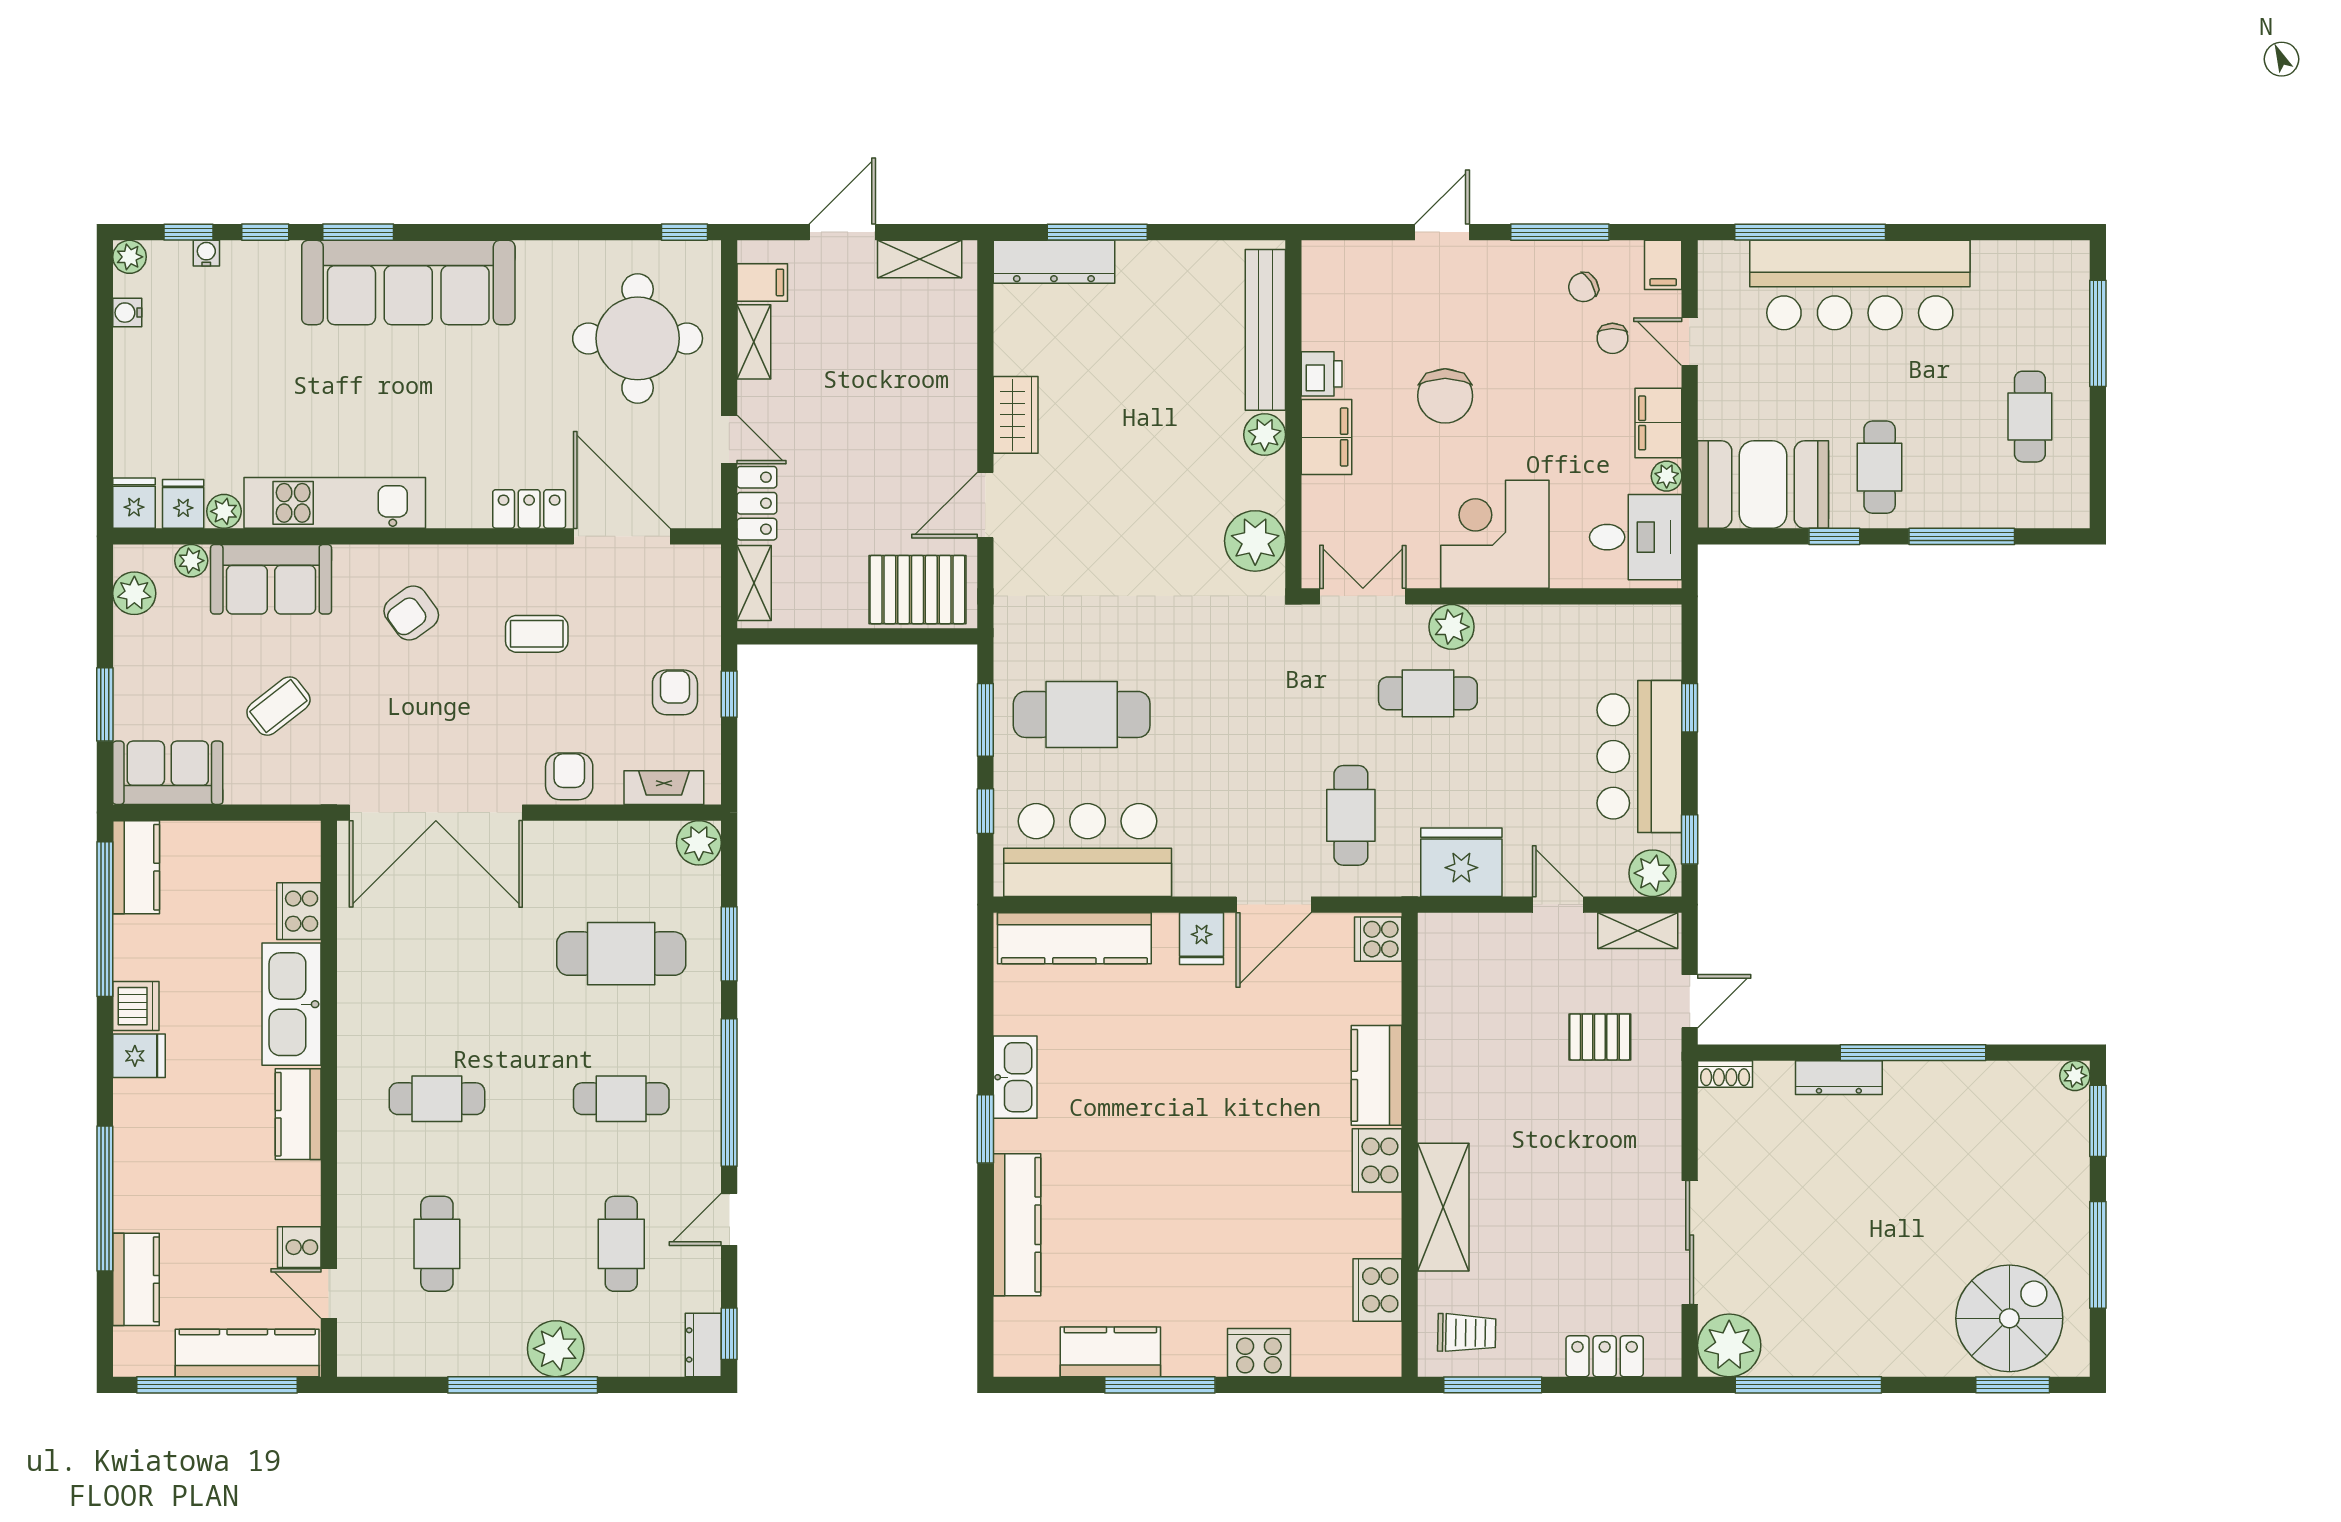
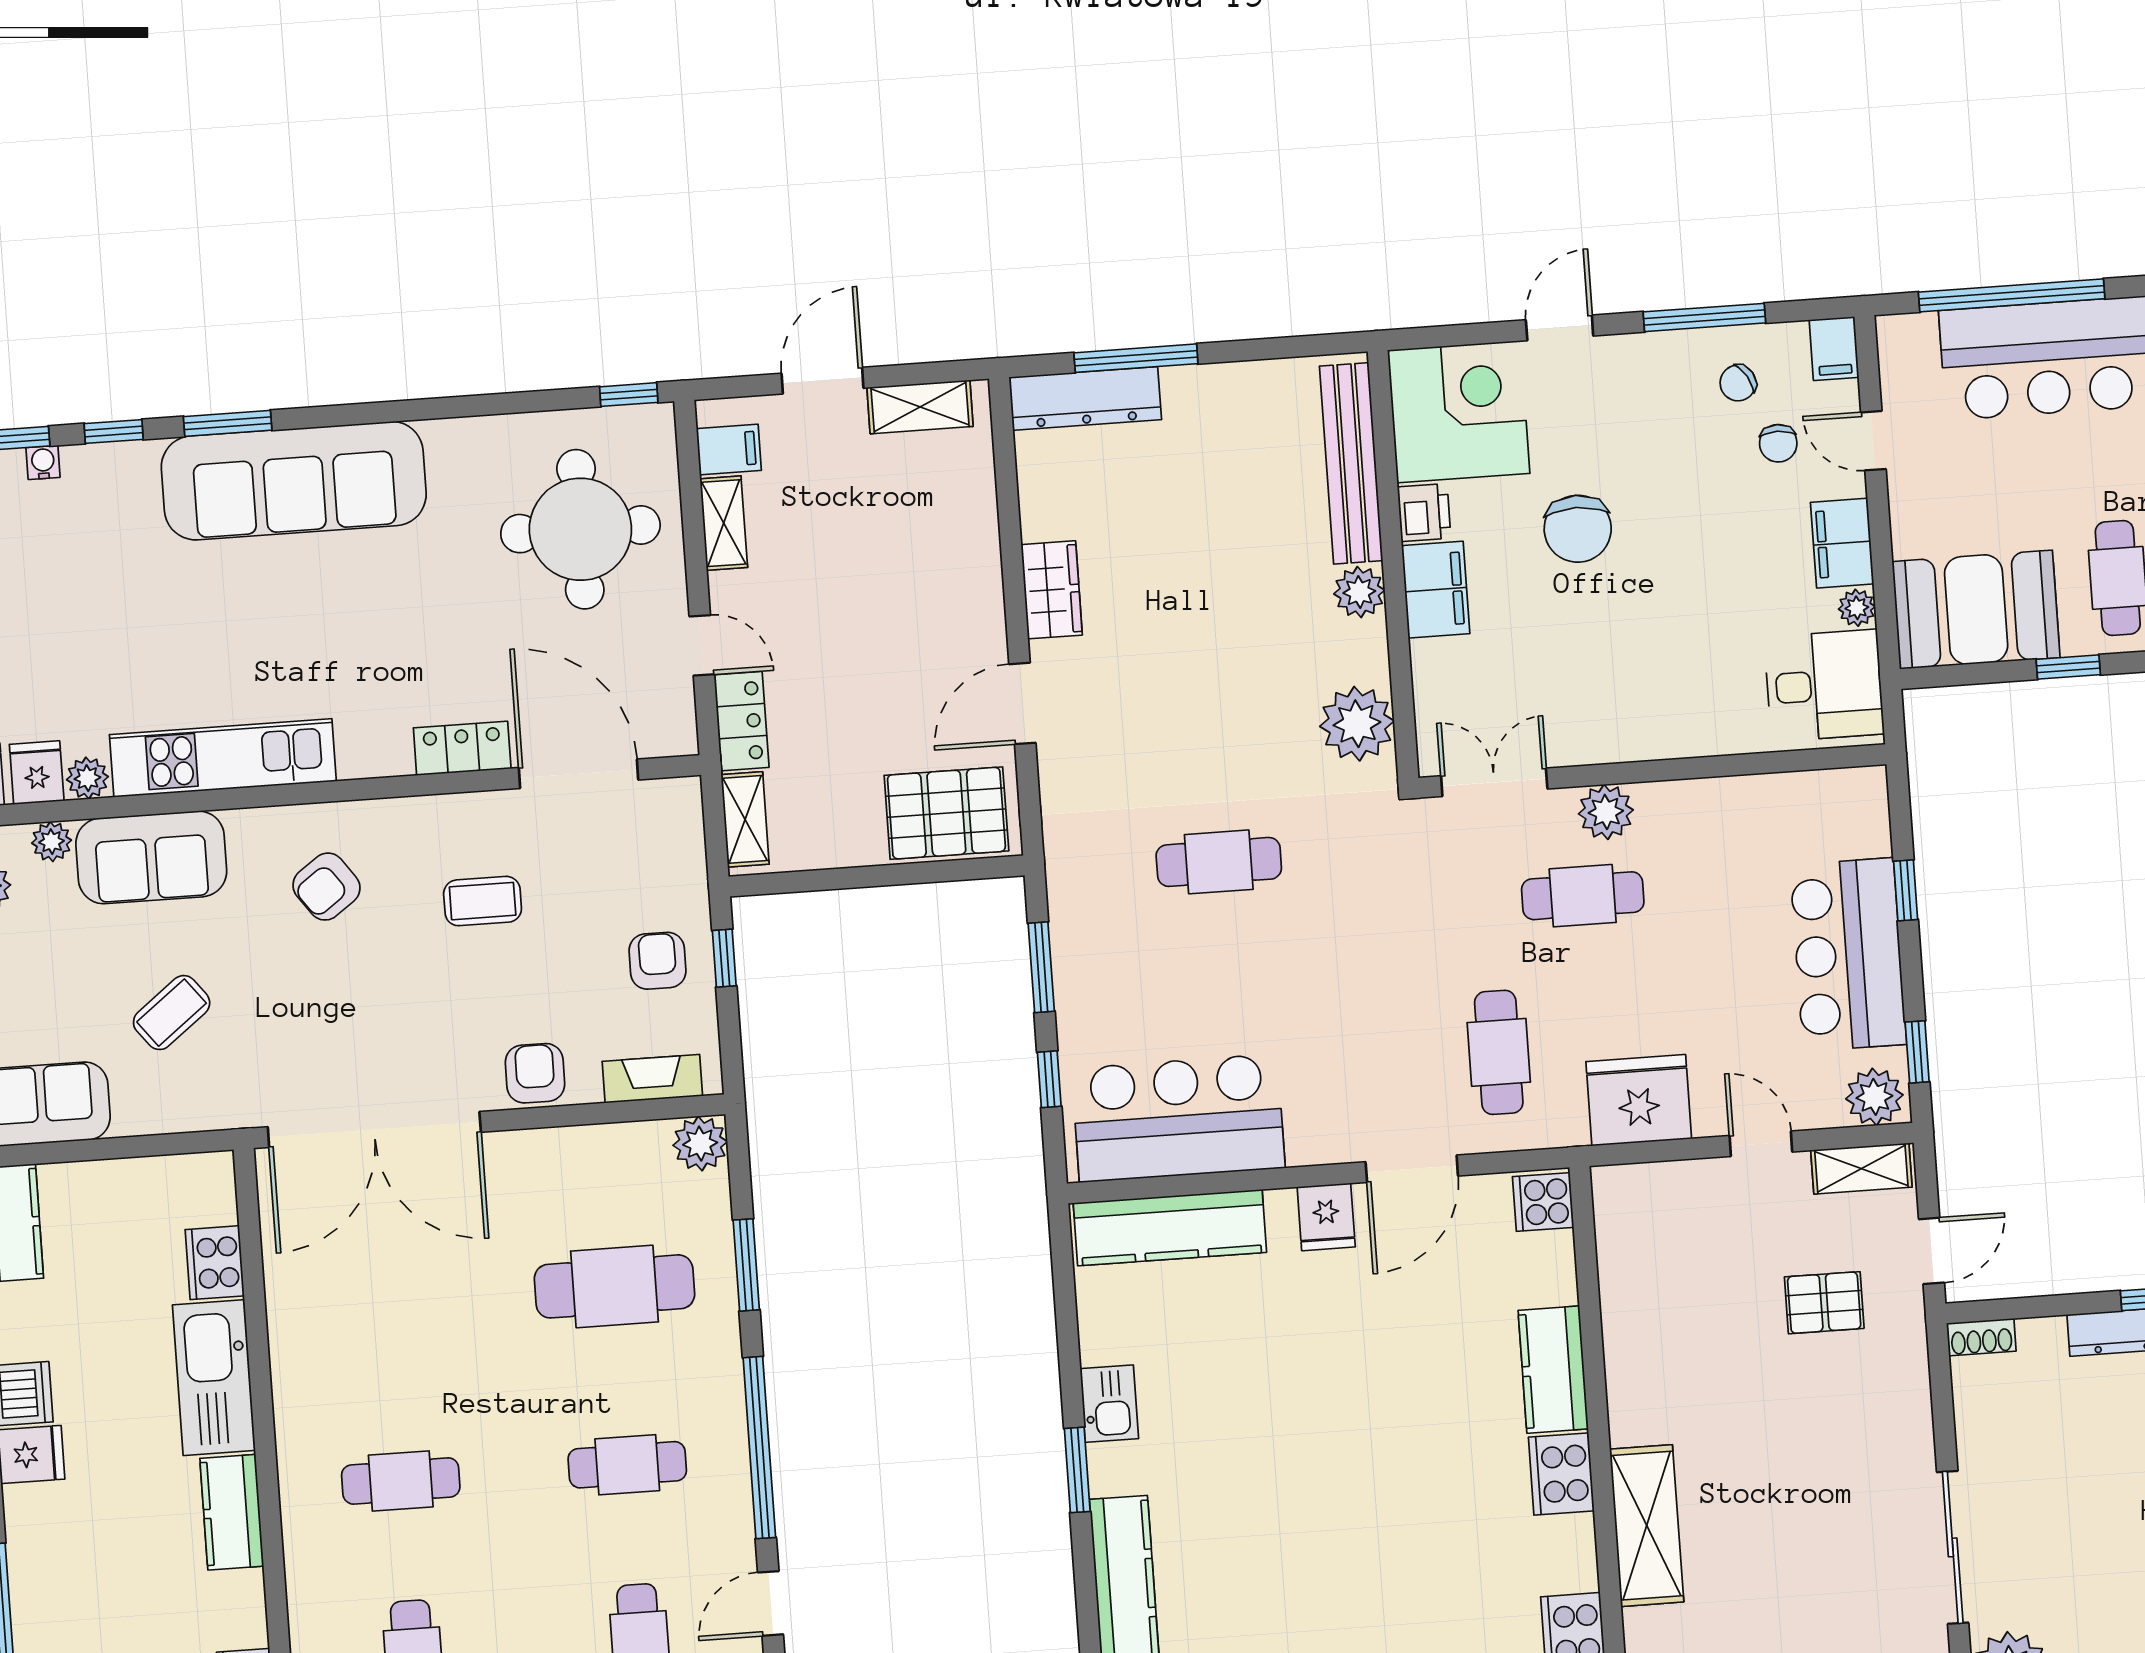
corner desk: (1495, 534) -> (1459, 412), moved, turned 90
cafe table: (1082, 714) -> (1219, 862), moved, width x0.73, depth x0.74
kitchen sink: (1015, 1077) -> (1109, 1404), width x0.73

